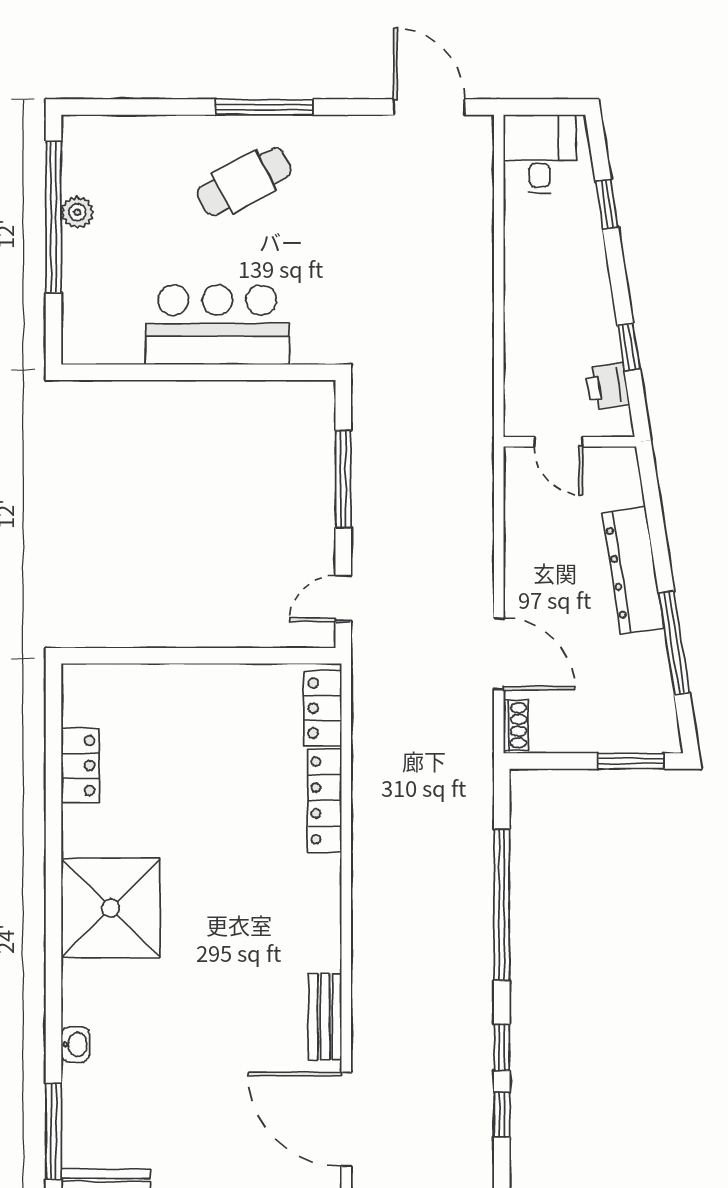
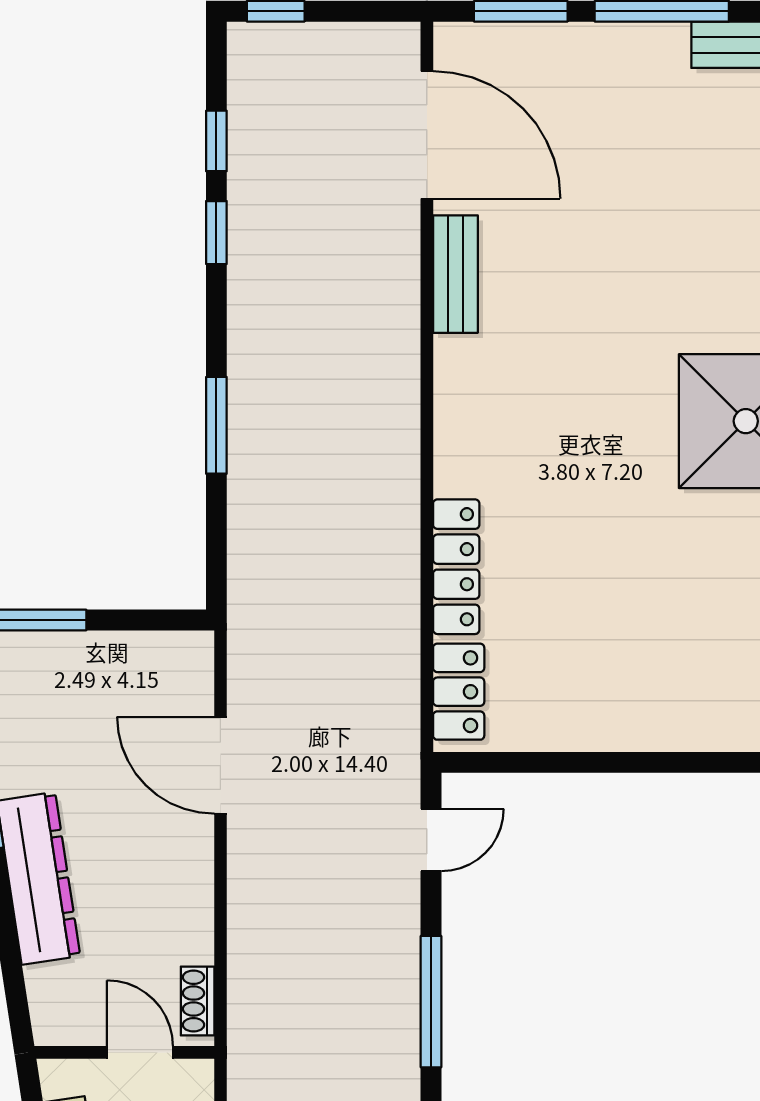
shoe rack: (516, 725) -> (198, 1001), moved
window: (502, 905) -> (216, 425), width x0.47

